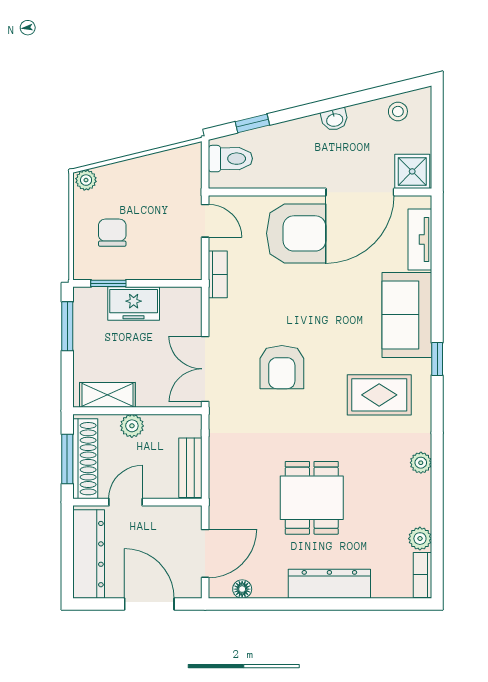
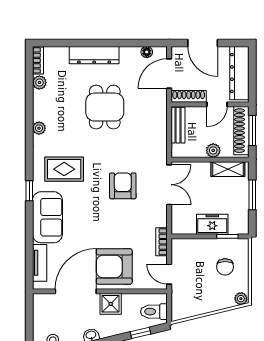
shower: (412, 171) -> (111, 304), moved
window: (67, 326) -> (252, 195), moved
shoe rack: (173, 515) -> (189, 96), added

